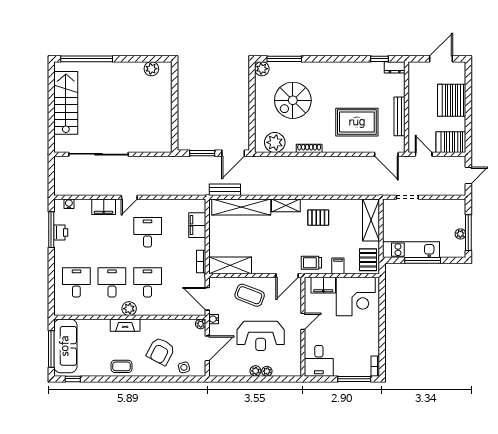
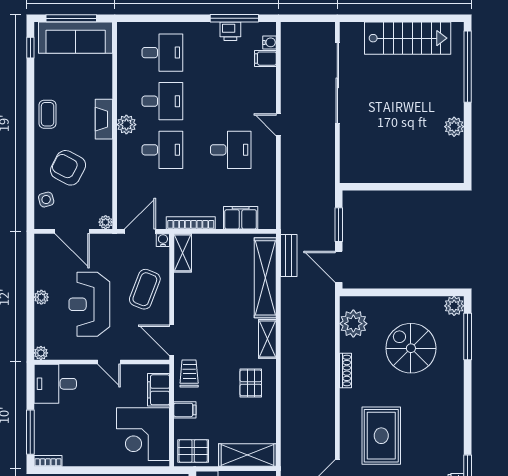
plant: (151, 69) -> (454, 127), moved
filing cabinet: (104, 207) -> (265, 59), moved, width x0.50
bookcase: (201, 262) -> (191, 223), width x1.56
shelving: (230, 265) -> (183, 253), width x0.67, depth x0.75
water cooler: (214, 319) -> (163, 240), moved
plant: (267, 371) -> (41, 353), moved

